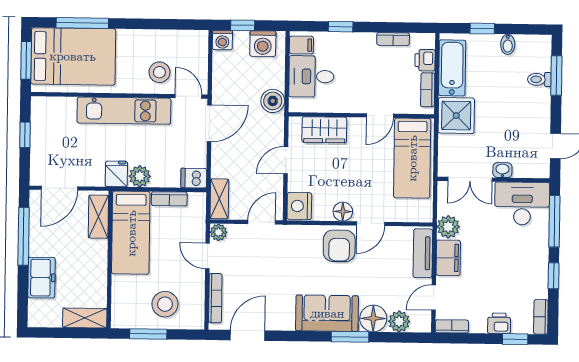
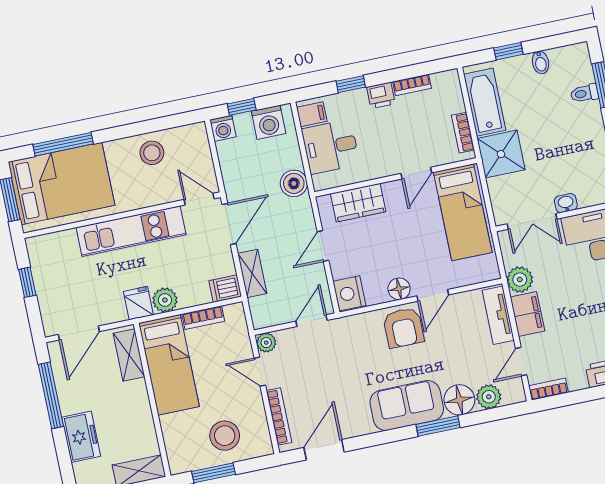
printer: (425, 60) -> (381, 95), moved, turned -90
stool: (159, 72) -> (152, 153), moved
shelving: (219, 199) -> (252, 273), moved

